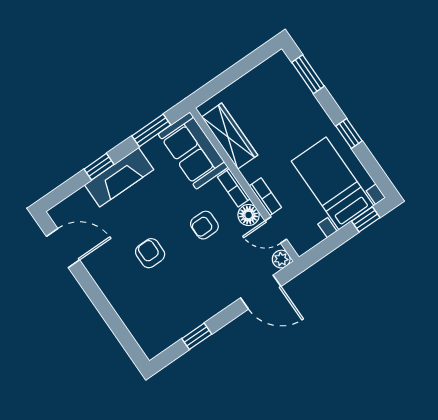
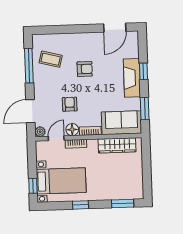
armchair: (204, 225) -> (70, 104), moved
coffee table: (167, 311) -> (51, 59), added
window: (197, 336) -> (29, 66), width x2.17

